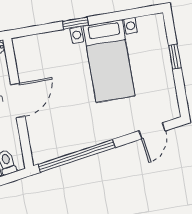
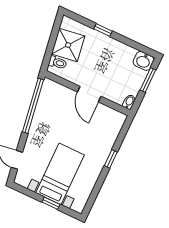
bed with nightstands: (109, 61) -> (60, 174), moved, turned 90

